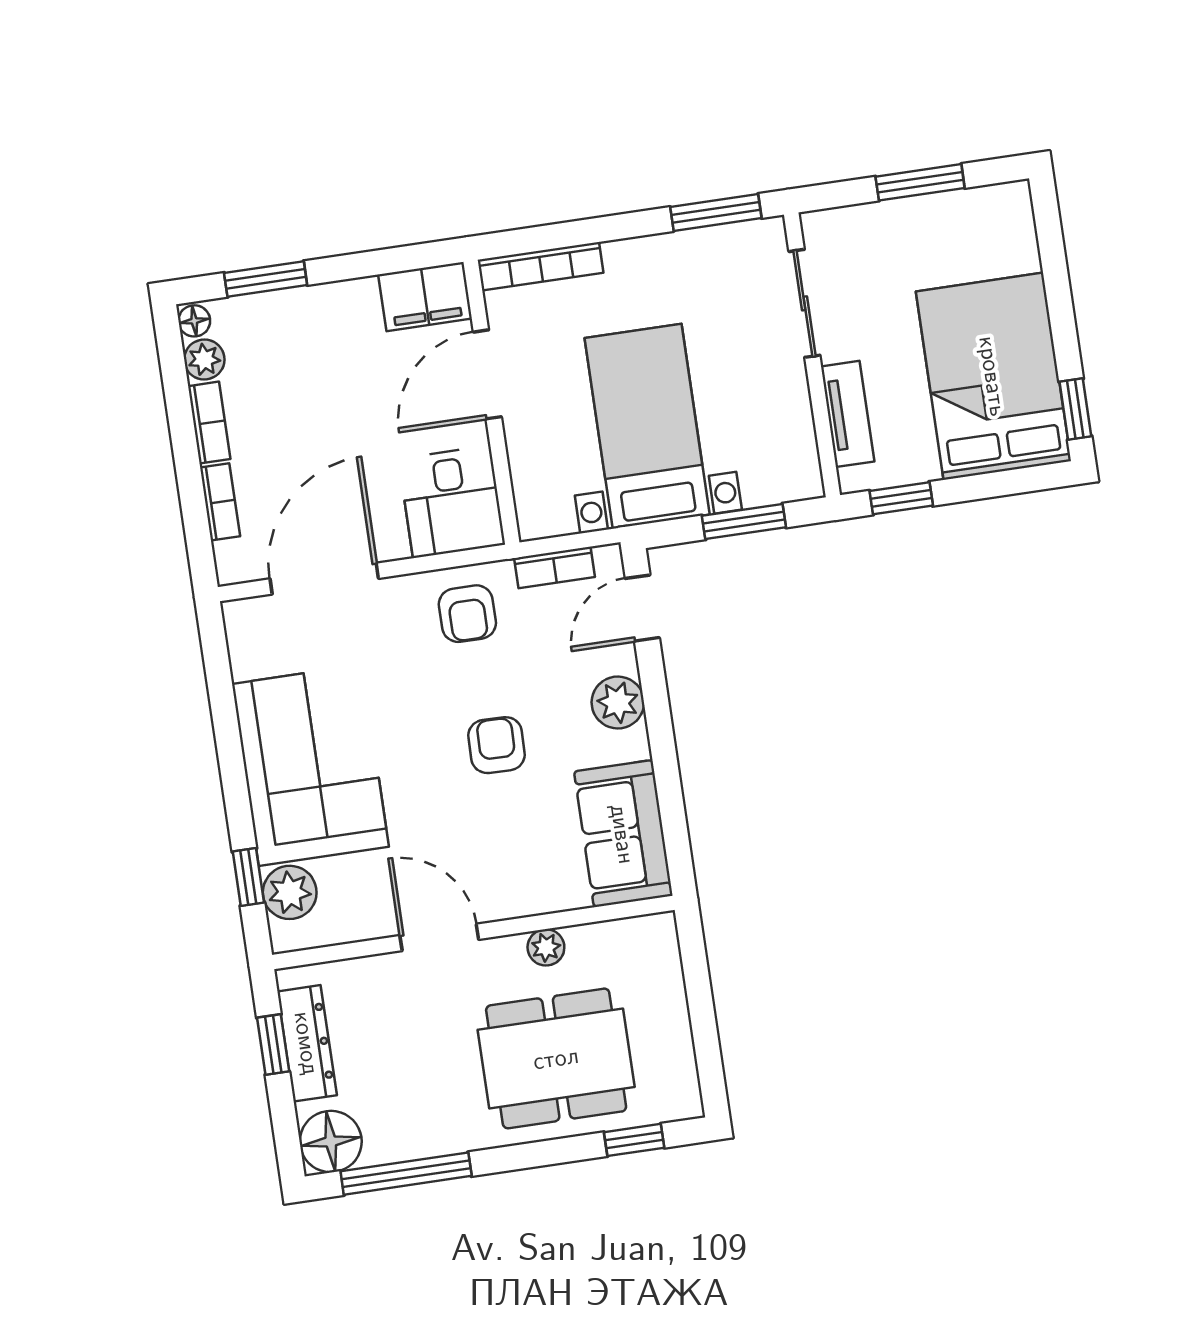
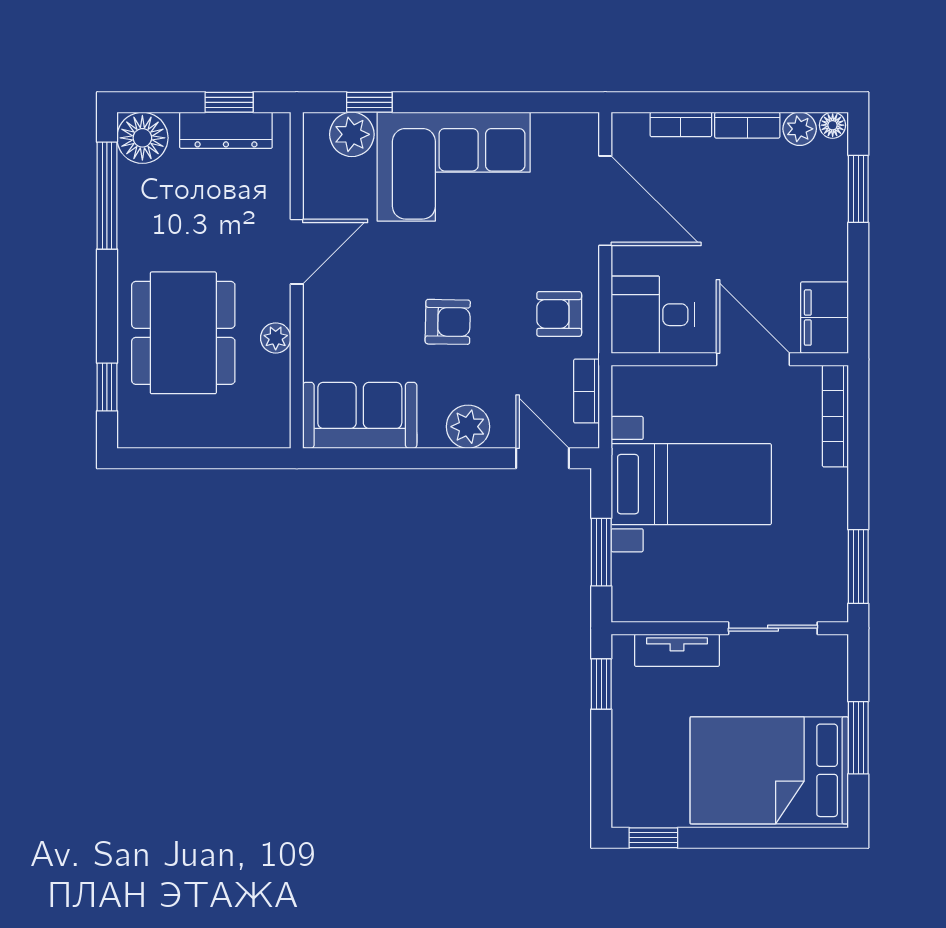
bed: (993, 376) -> (769, 770), moved, turned 180

